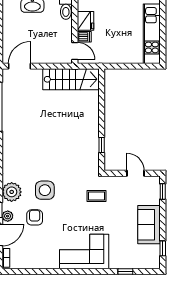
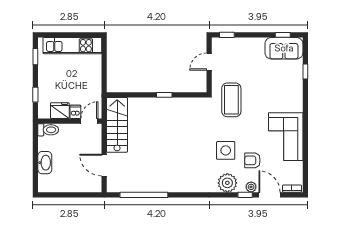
door: (20, 66) -> (104, 165), moved
window: (102, 145) -> (164, 95), moved
coffee table: (96, 196) -> (231, 100), width x1.86, depth x1.72
sofa: (149, 225) -> (284, 48), moved
corner sofa: (84, 251) -> (286, 137), moved

